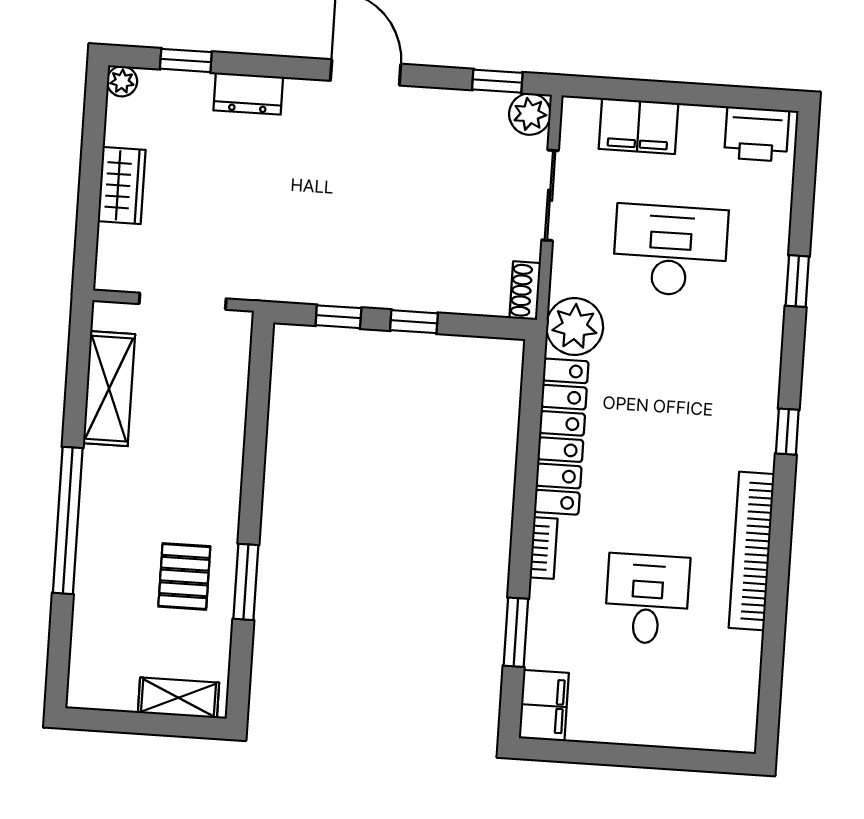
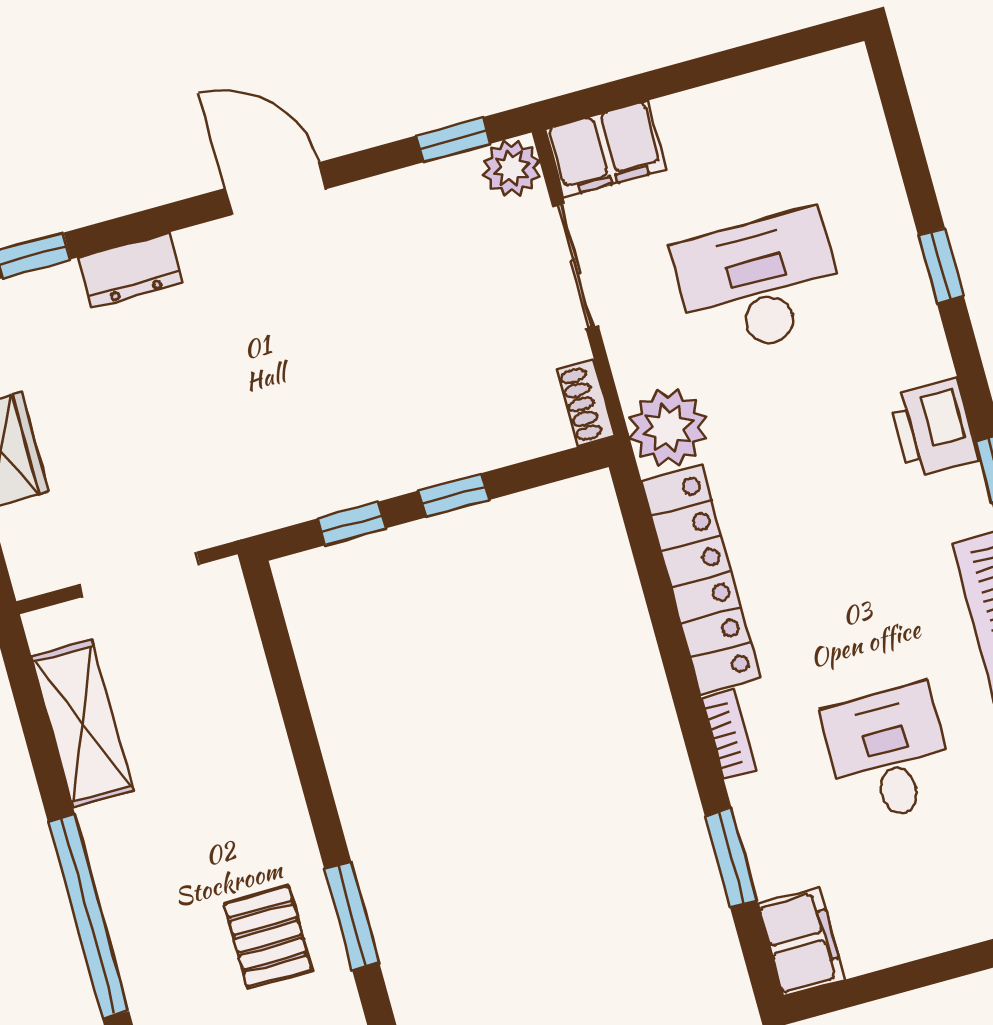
filing cabinet: (639, 126) -> (605, 149), moved
printer: (757, 134) -> (934, 428), moved, turned 90

